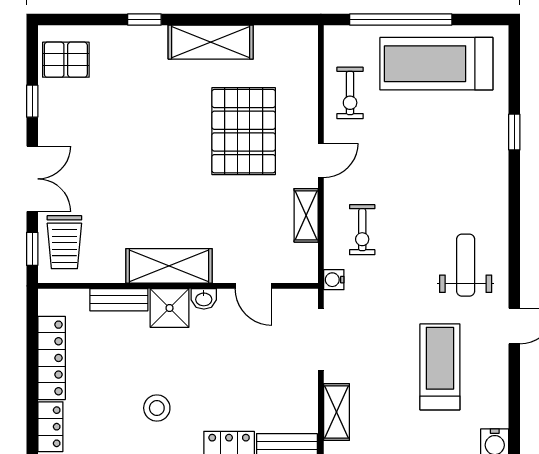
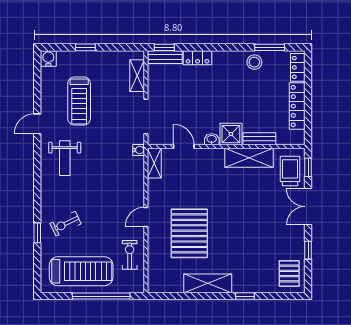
pallet: (66, 60) -> (289, 273), turned 90
shelving: (306, 215) -> (154, 163), moved
exercise bike: (362, 230) -> (66, 224), moved, turned -116
shelving: (169, 266) -> (249, 158), moved
stool: (157, 408) -> (254, 62), moved

